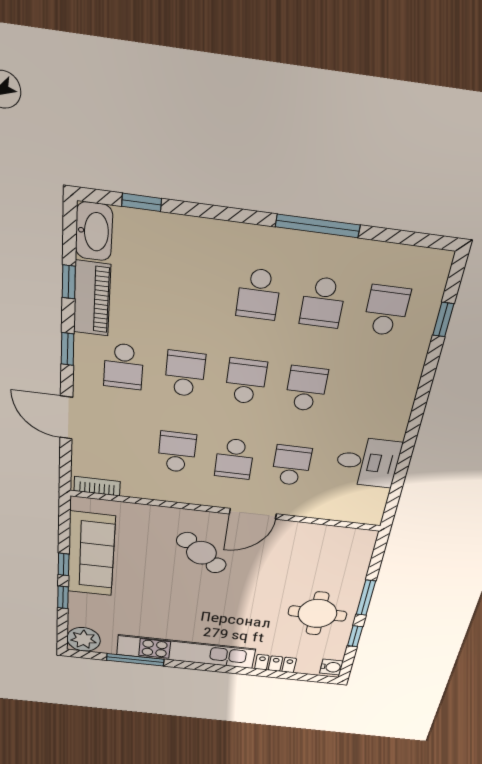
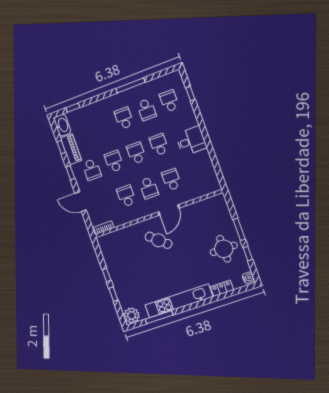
school desk: (259, 294) -> (124, 118), turned 180
desk: (368, 462) -> (191, 141), moved
sofa: (91, 554) -> (115, 264), removed

